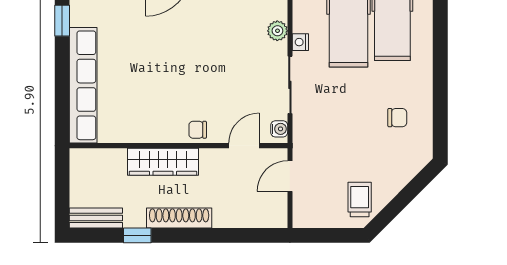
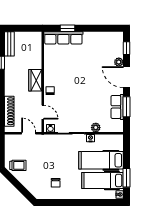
window: (62, 21) -> (67, 28), moved
row of seats: (83, 85) -> (63, 38), width x0.73
wardrobe: (163, 162) -> (35, 80), width x0.67
shoe rack: (179, 218) -> (9, 111), moved

